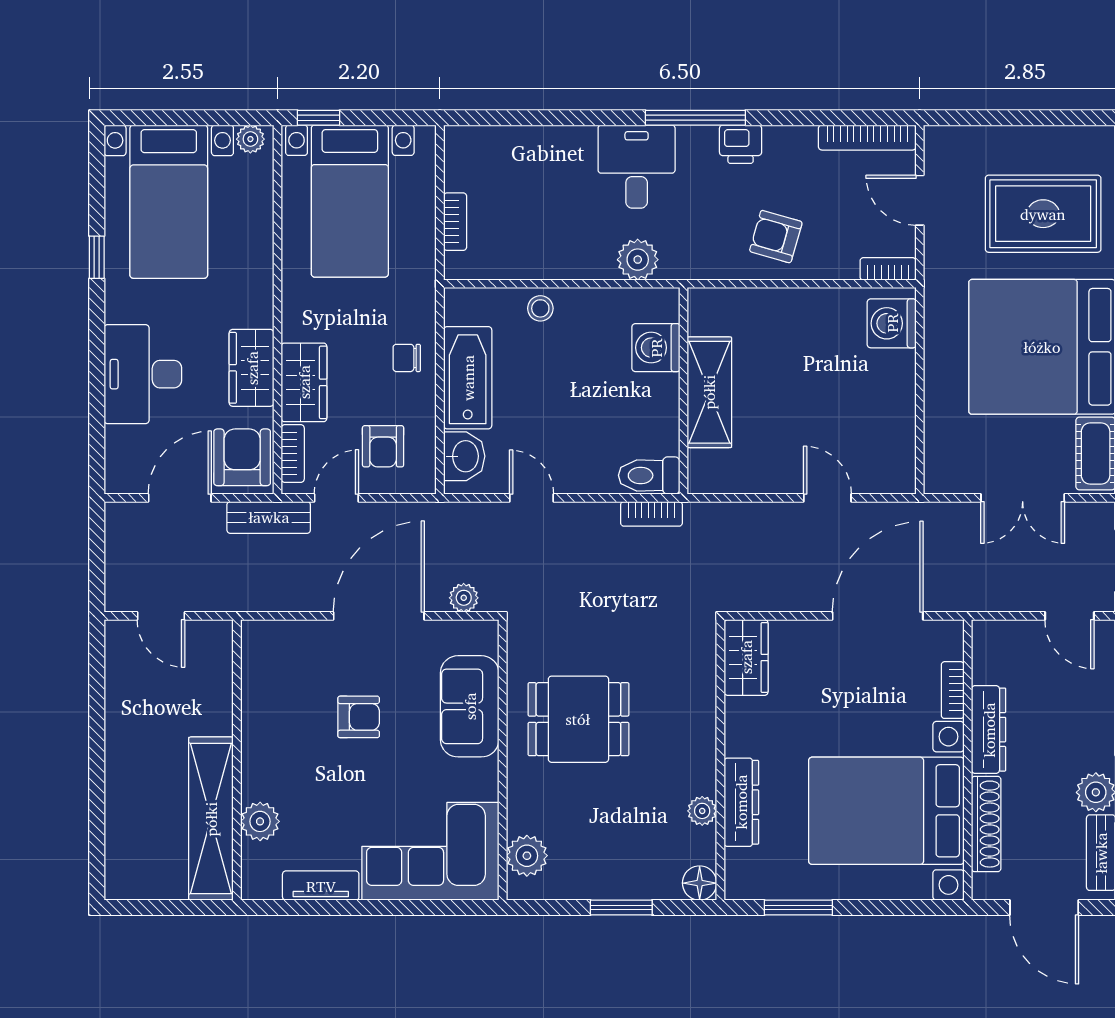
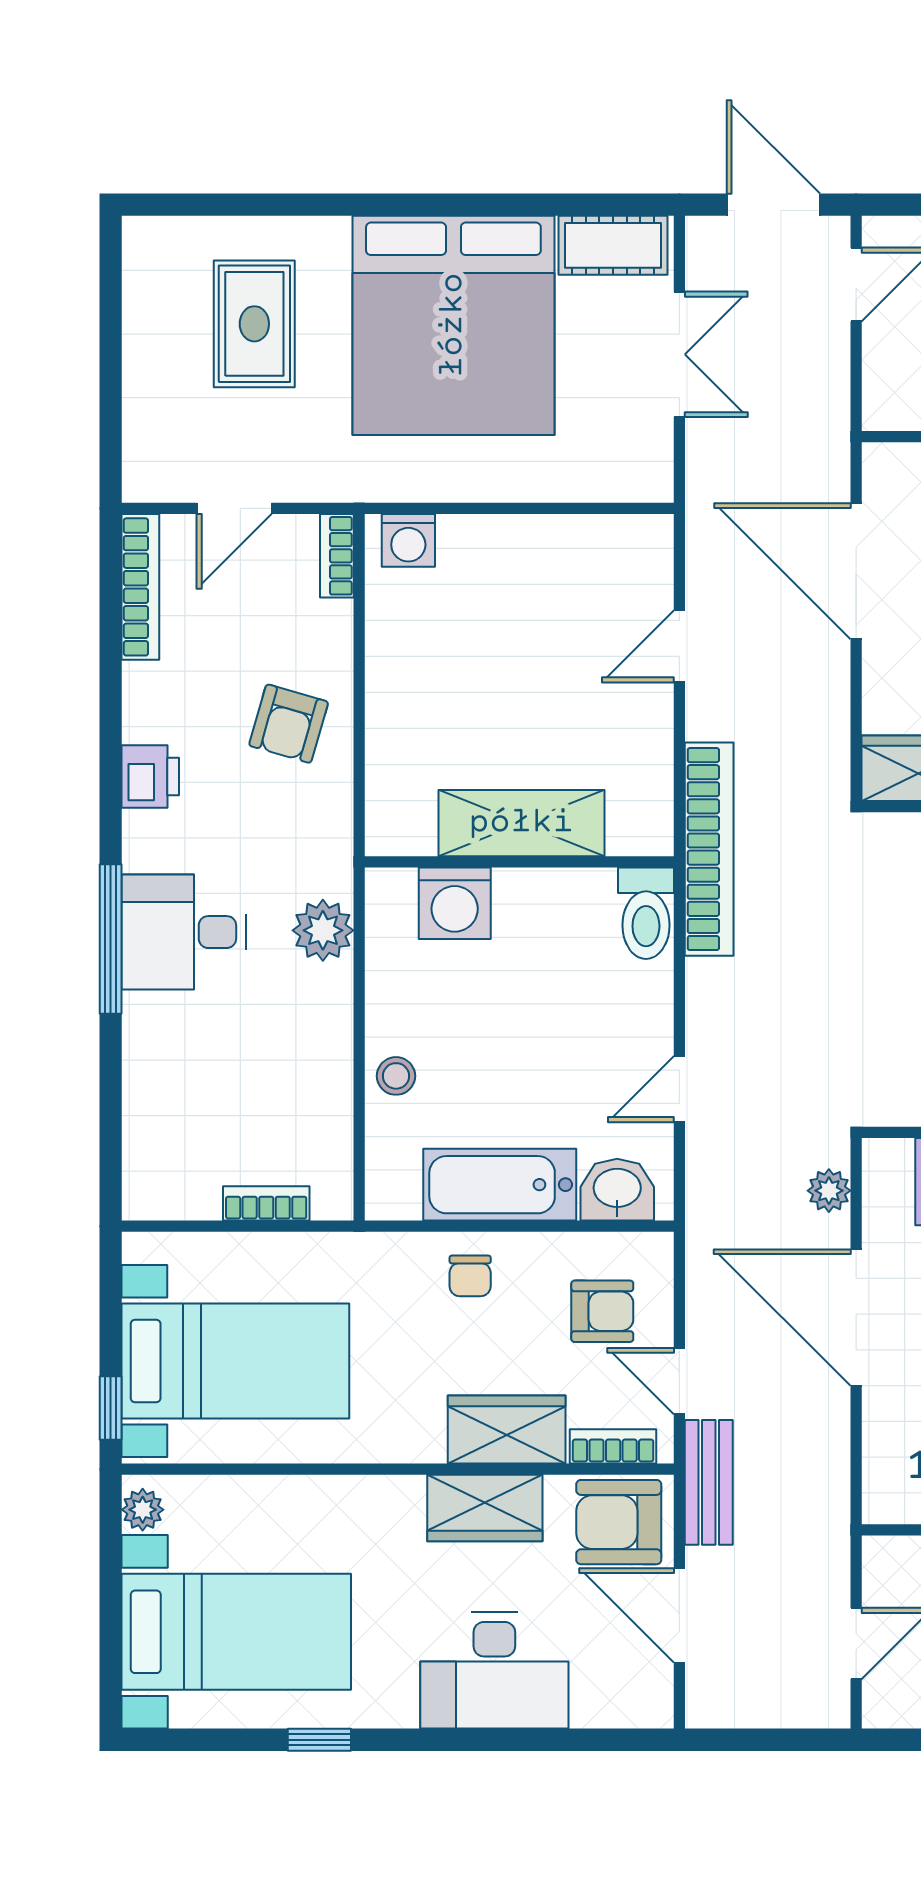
window: (695, 118) -> (111, 939), moved
rug: (1043, 214) -> (254, 324), width x0.73, depth x0.70
washing machine: (892, 323) -> (408, 540), width x0.73, depth x0.73
bookcase: (651, 514) -> (709, 849), width x2.31, depth x1.31

